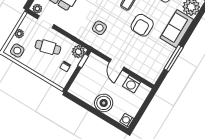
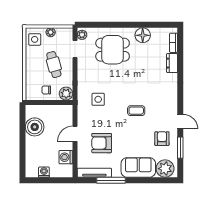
armchair: (142, 25) -> (102, 143), moved
window: (83, 61) -> (61, 103), removed
tv unit: (159, 68) -> (94, 173), added
boiler: (104, 103) -> (35, 127), moved
washing machine: (127, 120) -> (44, 172), moved

